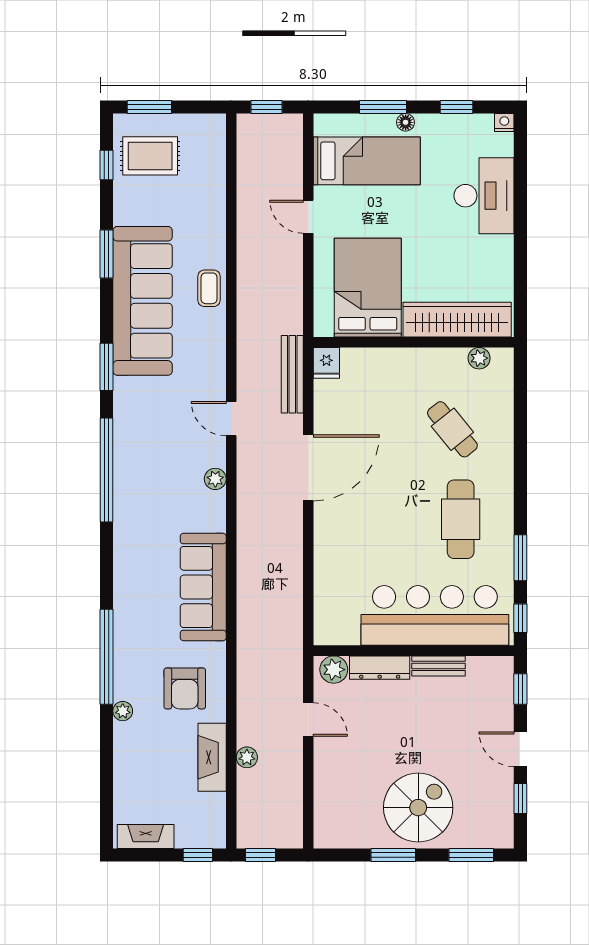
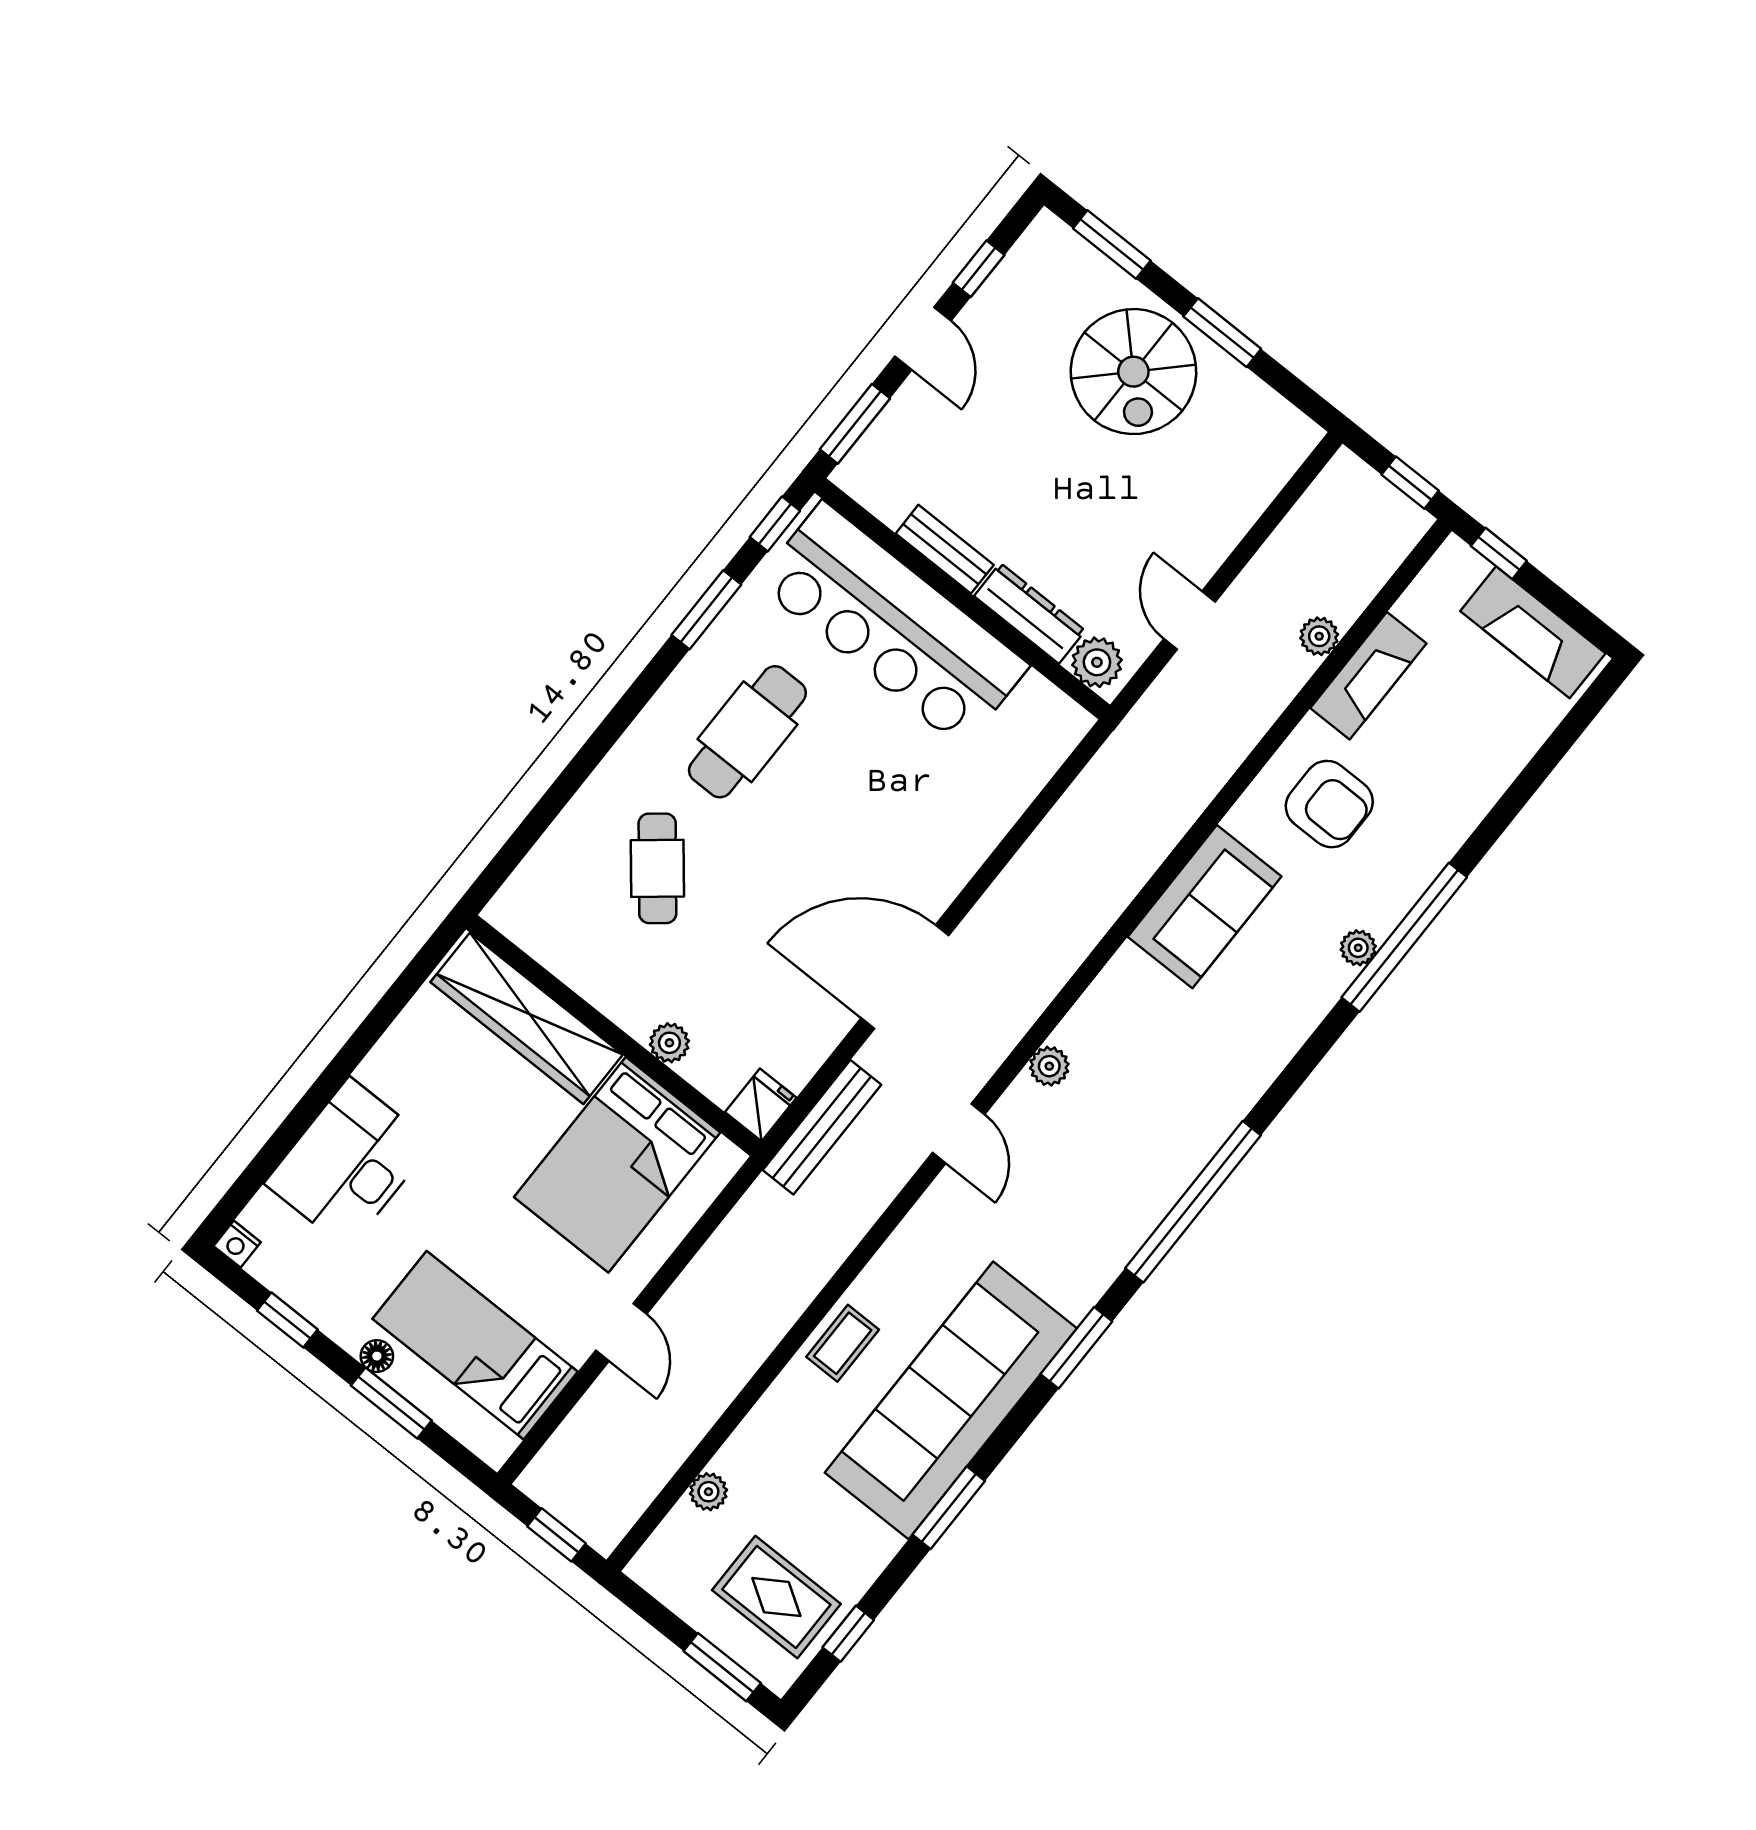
plant: (216, 178) -> (708, 1492), added
plant: (479, 358) -> (669, 1043), moved
sofa: (203, 587) -> (1205, 907), width x0.73
armchair: (185, 688) -> (1329, 804), turned 90
window: (520, 689) -> (855, 424), width x1.50
plant: (123, 711) -> (1358, 948), moved
spiral stairs: (418, 808) -> (1133, 372), turned -90
fireplace: (146, 836) -> (1533, 632), width x1.37, depth x1.32

